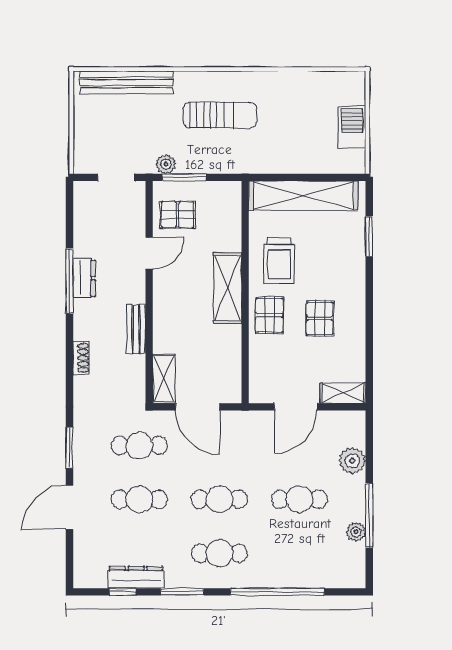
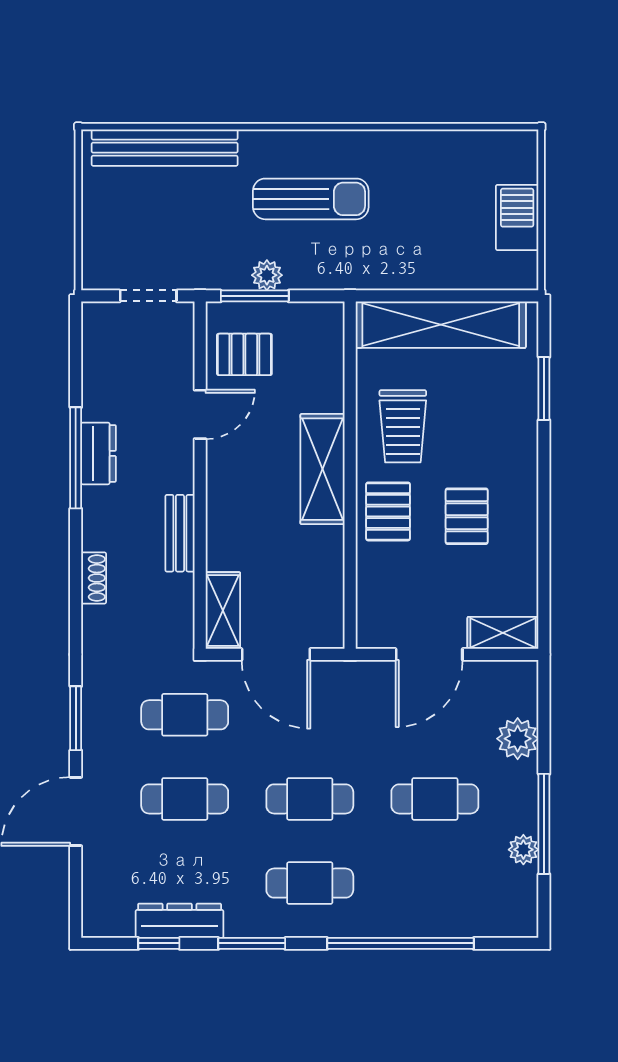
plant: (166, 164) -> (267, 275), moved

